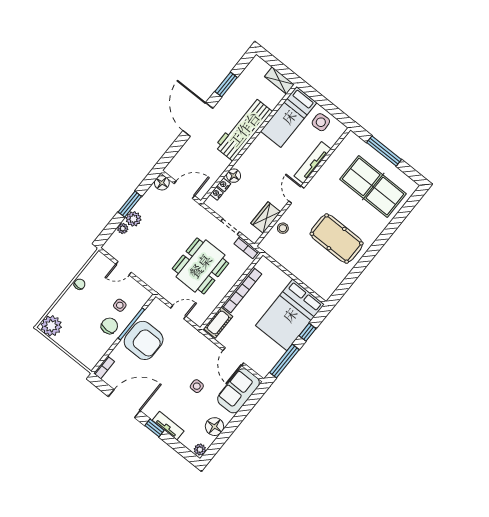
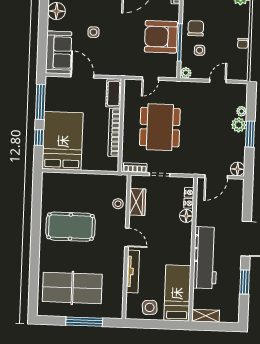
plant: (145, 295) -> (186, 73), added
chair: (109, 326) -> (196, 28), turned 180

